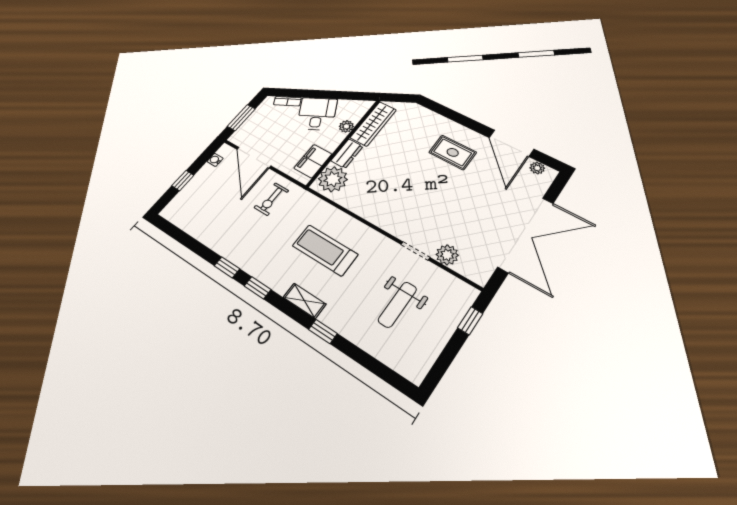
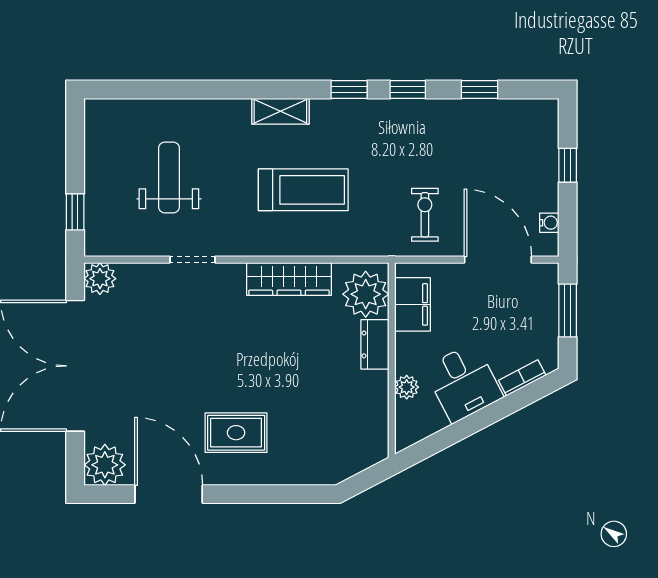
wardrobe: (373, 124) -> (289, 279), moved, turned -90
plant: (537, 168) -> (105, 465), width x1.88, depth x1.88
plant: (447, 255) -> (100, 279), moved
window: (323, 332) -> (479, 90), moved

